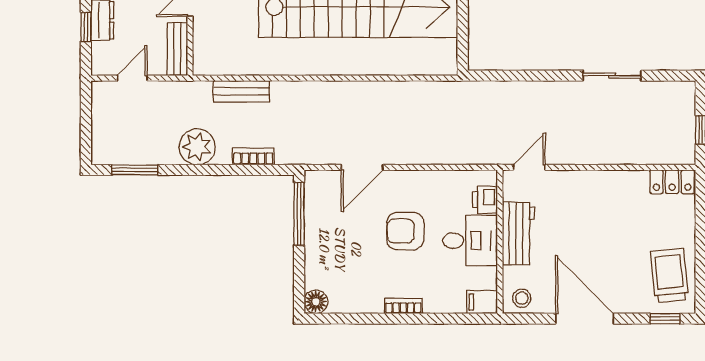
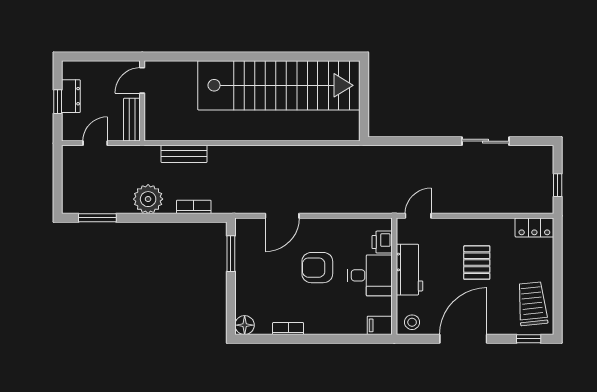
window: (299, 214) -> (231, 254), width x0.69
pallet: (601, 225) -> (477, 263), added
bookcase: (403, 306) -> (288, 329), moved
door: (585, 319) -> (463, 339), hinge flipped

